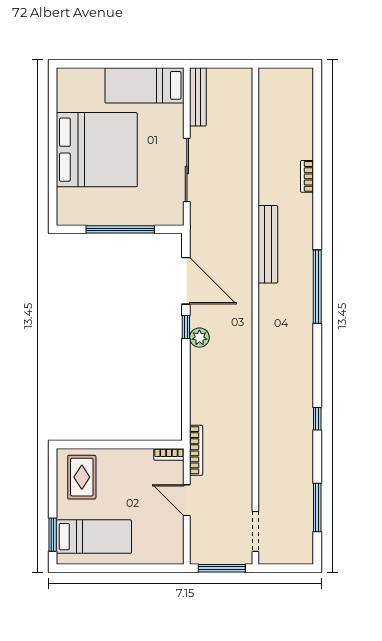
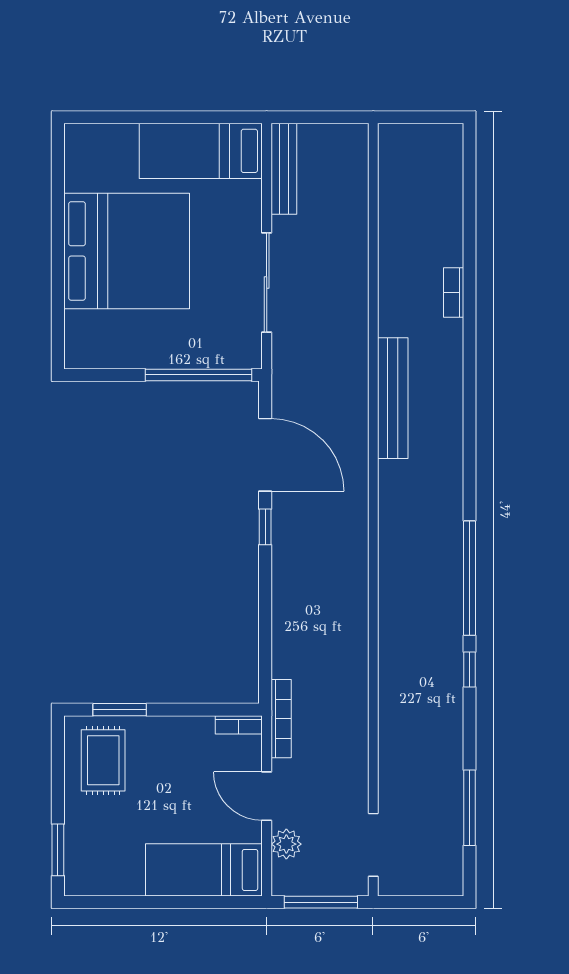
window: (120, 229) -> (198, 375), moved
window: (317, 287) -> (470, 578), moved
plant: (199, 338) -> (286, 844), moved
window: (92, 445) -> (120, 710), added
bed: (94, 537) -> (204, 870), moved, turned 180

